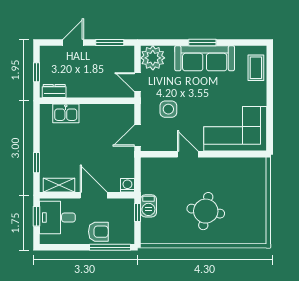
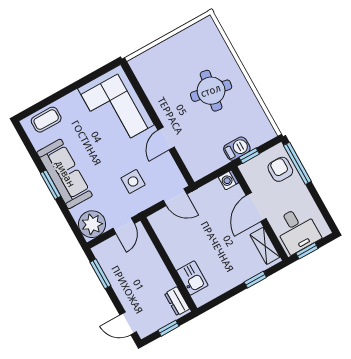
door: (73, 42) -> (128, 323), moved
armchair: (98, 232) -> (280, 169), moved

